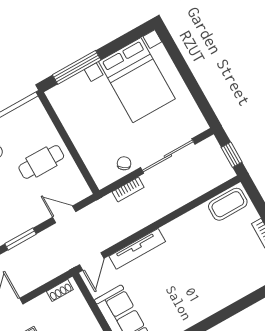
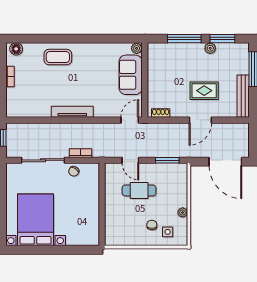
window: (77, 67) -> (69, 250), removed
cafe table: (41, 162) -> (139, 190), moved
coffee table: (228, 204) -> (58, 57), moved
tv unit: (137, 249) -> (72, 112), moved

